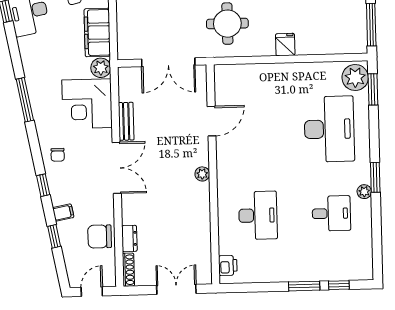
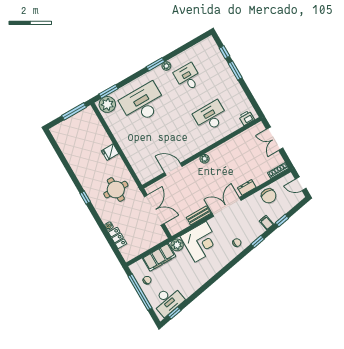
window: (25, 100) -> (217, 277), removed
dresser: (129, 238) -> (247, 187), moved

